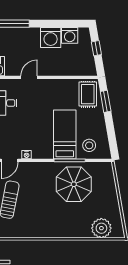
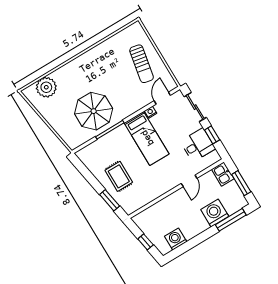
washing machine: (51, 37) -> (215, 213), moved
rug: (88, 94) -> (119, 176), moved
bed: (65, 134) -> (147, 138), moved
stool: (89, 145) -> (101, 153), removed

